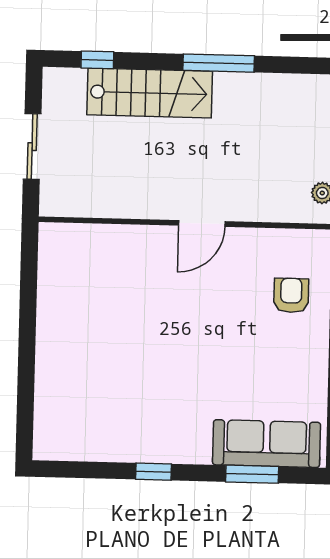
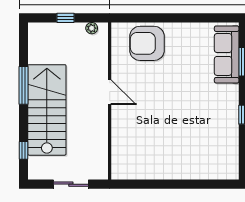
stairs: (150, 93) -> (47, 110), width x1.36, depth x1.51
armchair: (291, 295) -> (147, 43), width x1.88, depth x1.88

